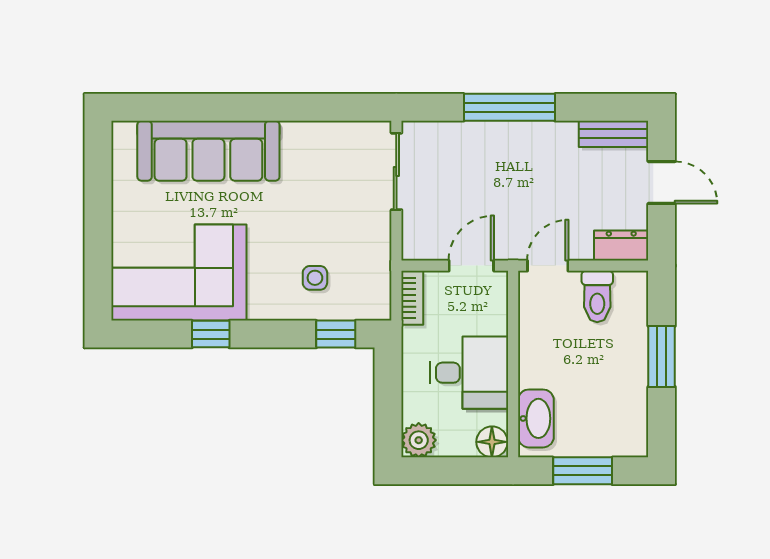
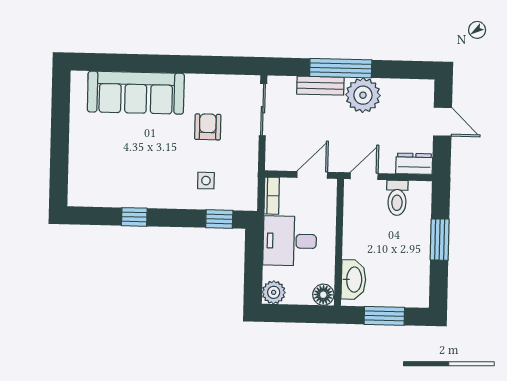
bench: (613, 134) -> (320, 86), moved
plant: (543, 146) -> (363, 95), added
armchair: (316, 199) -> (208, 127), added
corner sofa: (179, 273) -> (114, 175), removed
desk: (469, 373) -> (290, 241), moved, turned 180

